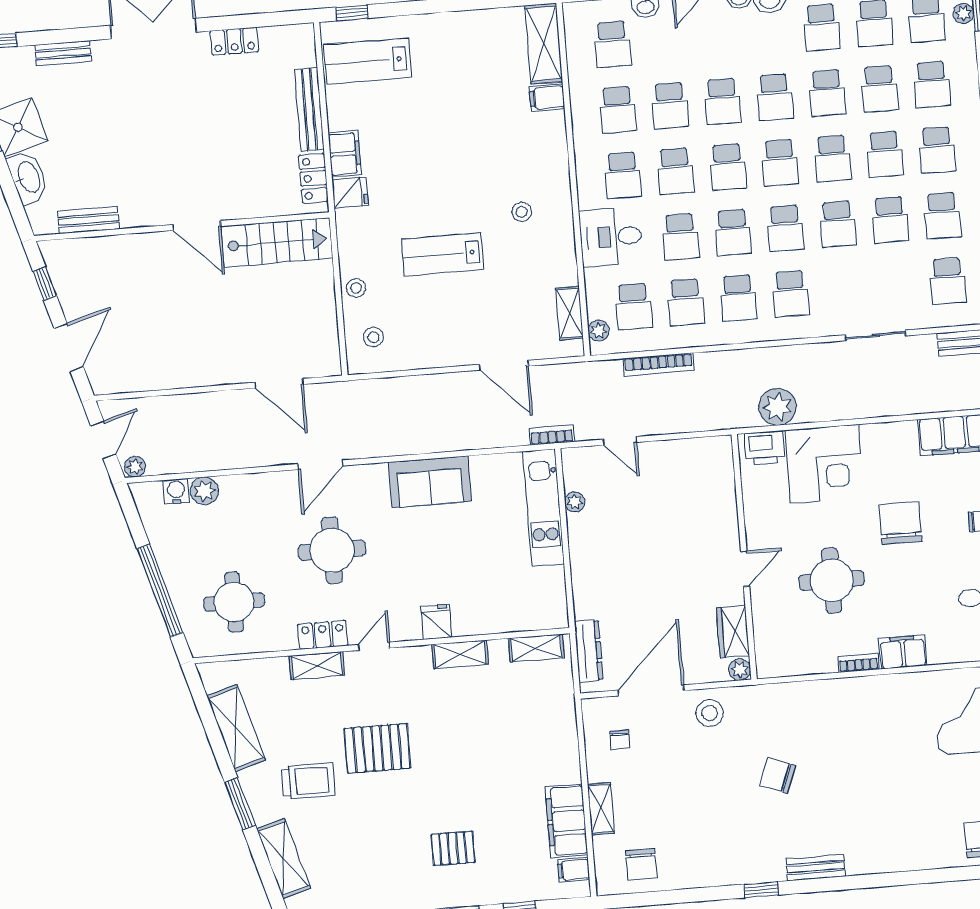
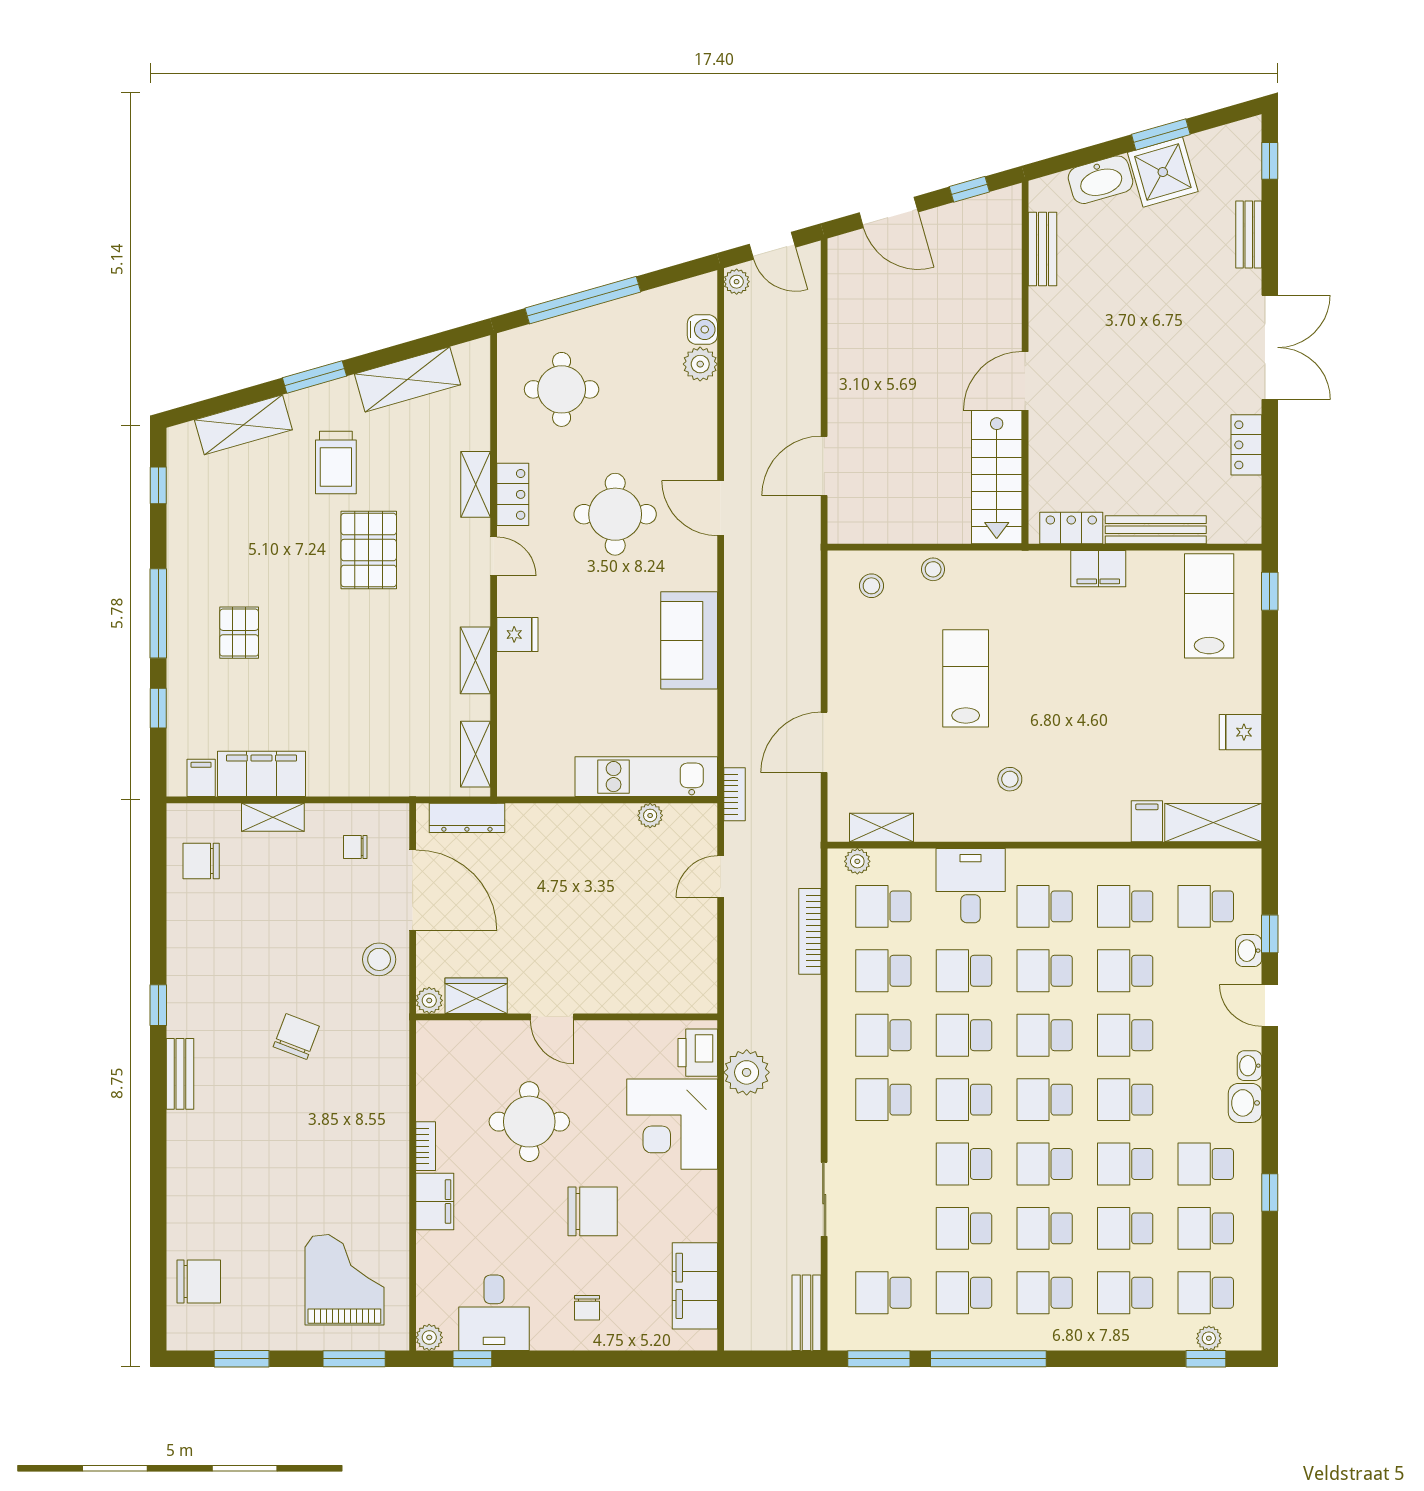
fridge: (350, 192) -> (1241, 732), moved, turned 90

